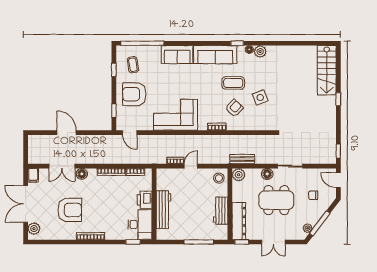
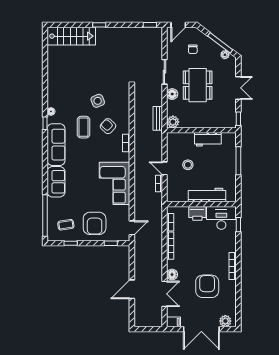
plant: (260, 51) -> (53, 101), removed
stool: (219, 178) -> (188, 165), moved
dresser: (239, 221) -> (218, 122), removed

